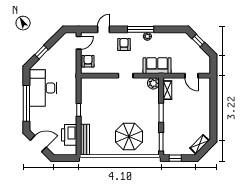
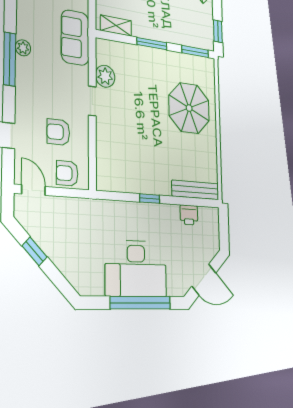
armchair: (124, 44) -> (58, 132), moved
window: (41, 52) -> (35, 251), moved
plant: (153, 83) -> (105, 76), moved
desk: (43, 88) -> (136, 269), moved
printer: (69, 135) -> (189, 215), width x0.53, depth x0.68
door: (38, 144) -> (204, 280), swing flipped

